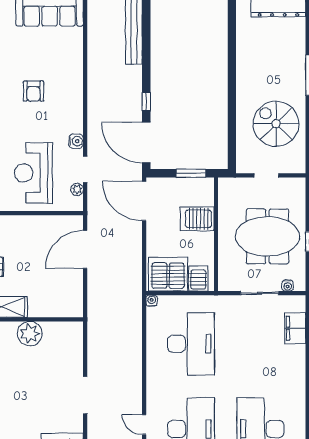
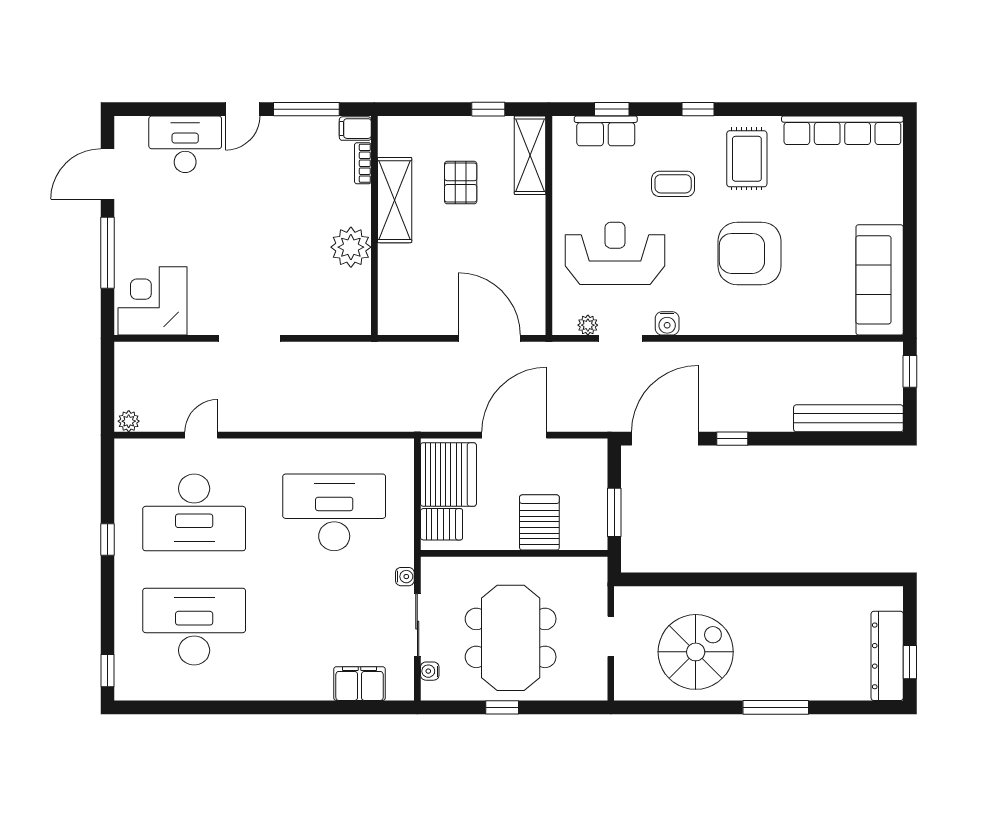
armchair: (34, 91) -> (749, 253), width x1.88, depth x1.88
door: (144, 201) -> (514, 435), moved
water cooler: (152, 301) -> (405, 577), moved
desk: (191, 344) -> (334, 512), turned 180

